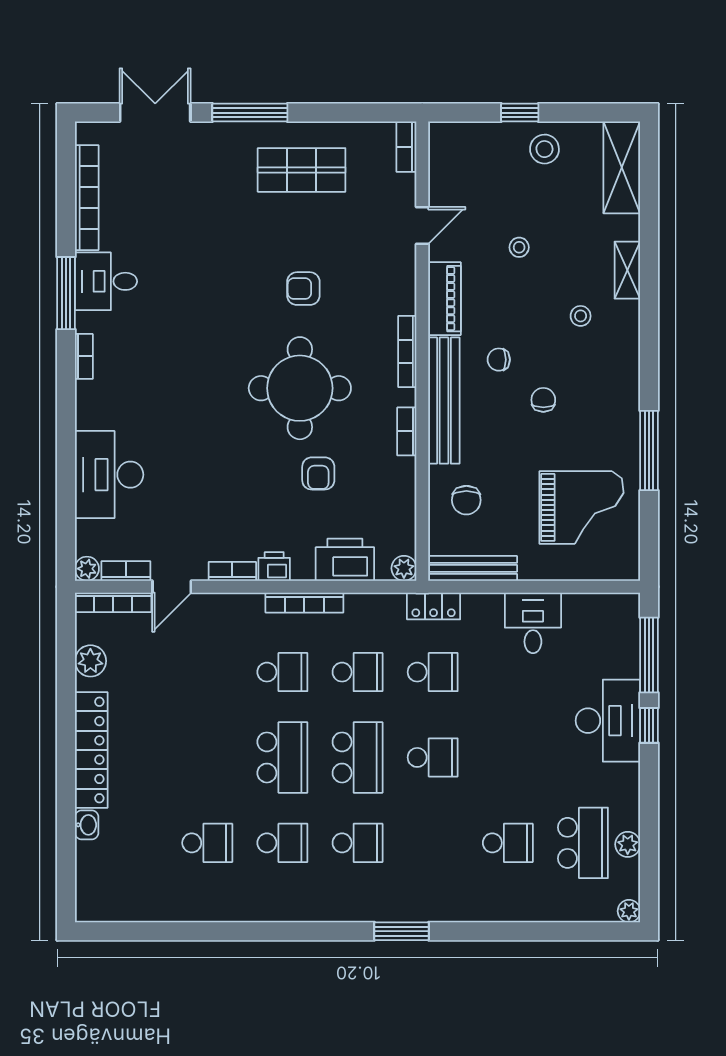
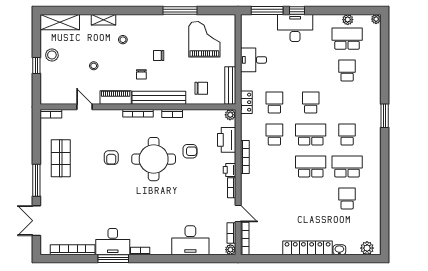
desk: (106, 281) -> (113, 242), width x1.37
plant: (90, 661) -> (367, 248), moved
school desk: (282, 672) -> (274, 166), removed
school desk: (282, 843) -> (347, 166), width x1.85

